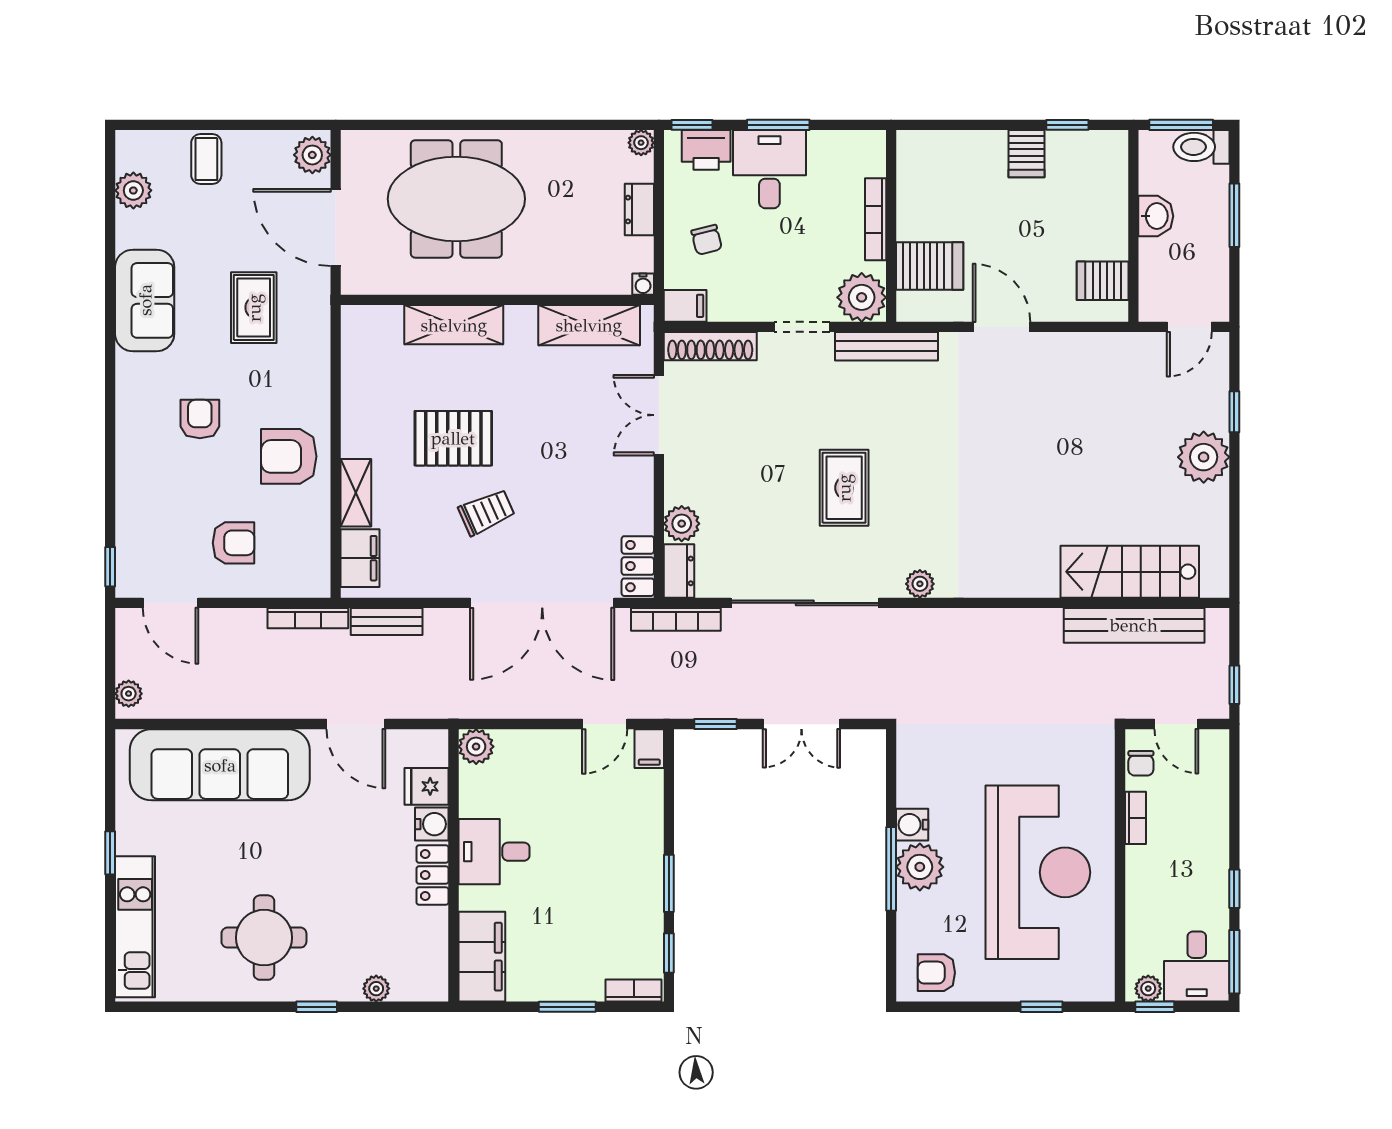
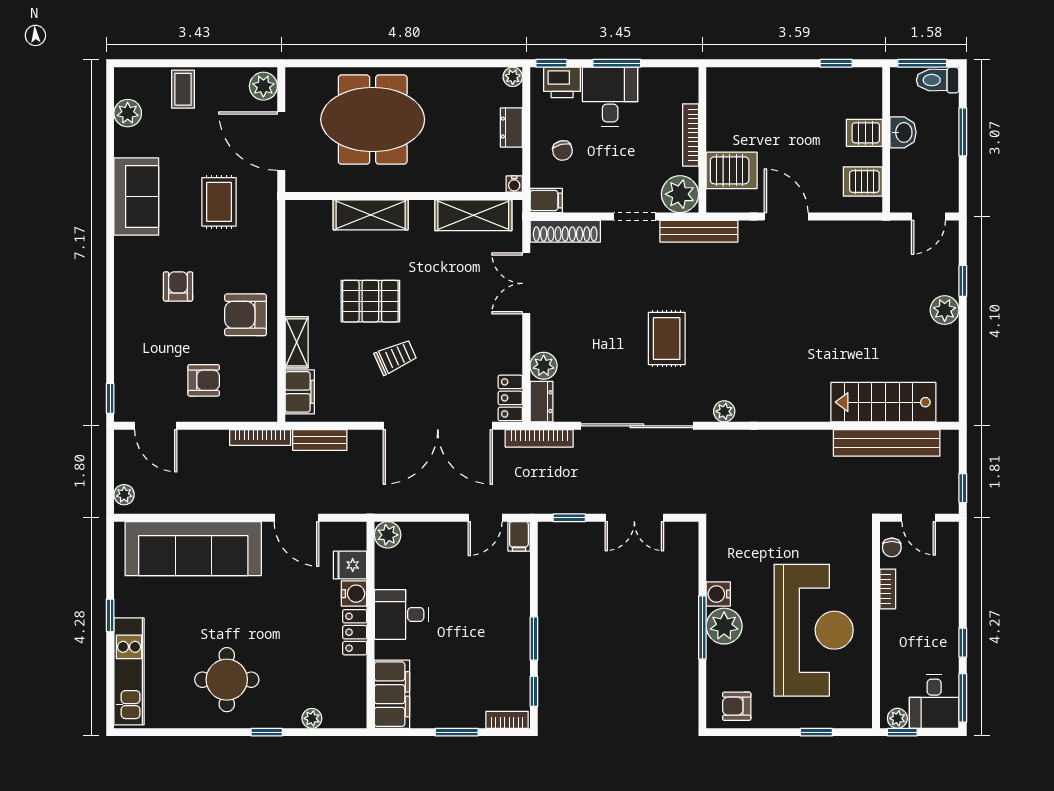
server rack: (1026, 154) -> (864, 133), moved, turned 90
plant: (1204, 457) -> (945, 310), width x0.73, depth x0.73

